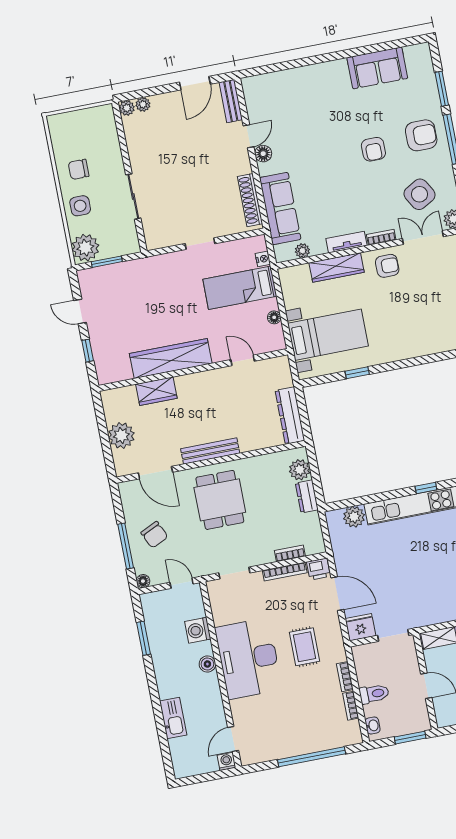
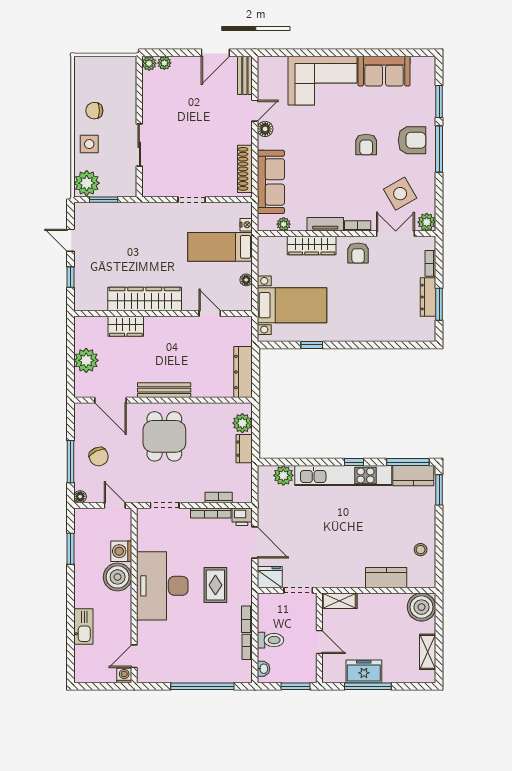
corner sofa: (314, 91) -> (322, 81), added
armchair: (387, 266) -> (358, 253), turned 90
boiler: (207, 664) -> (118, 577), width x1.86, depth x1.86

